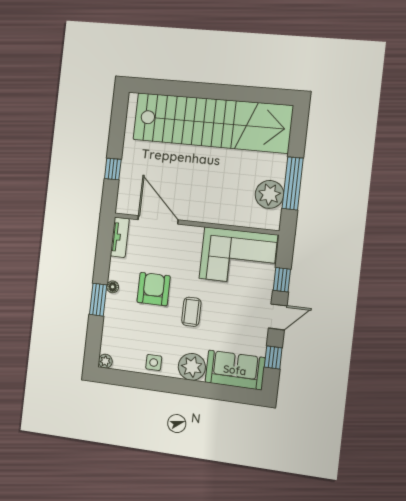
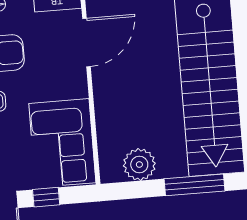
window: (293, 183) -> (194, 185), moved

